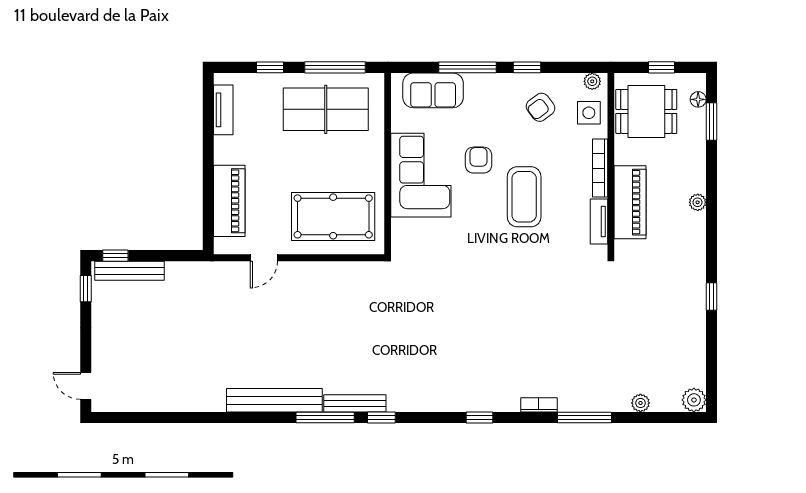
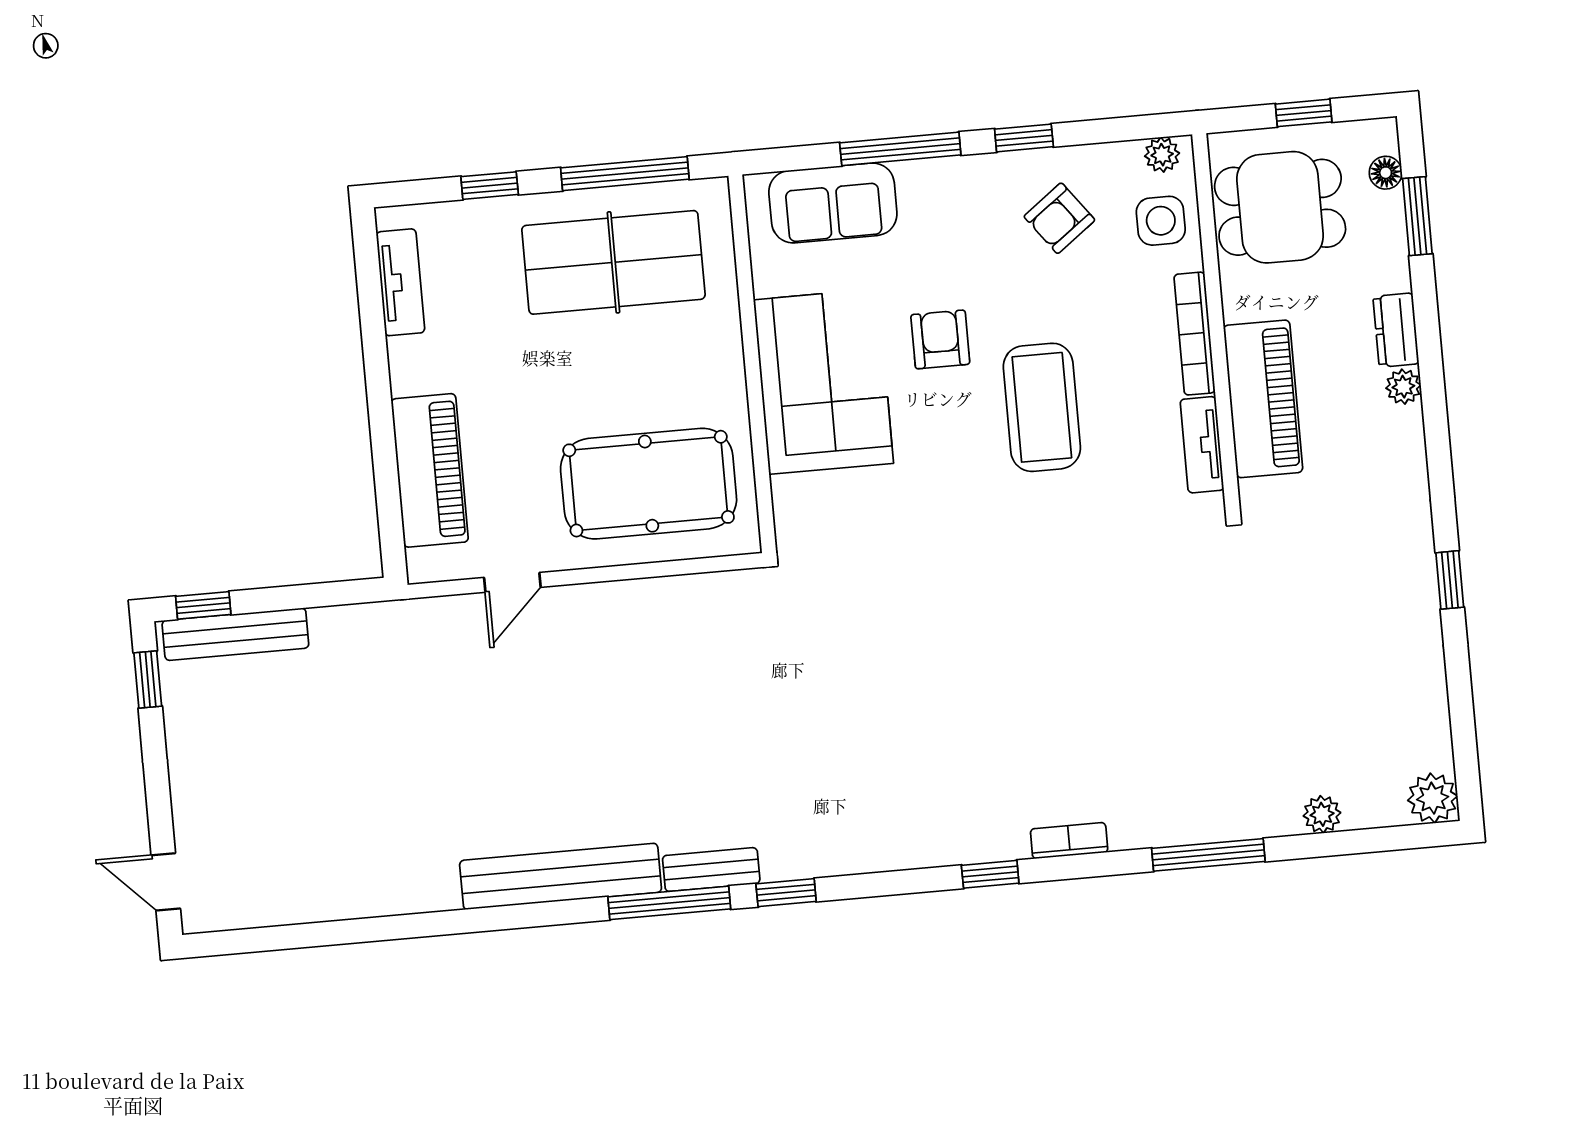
dresser: (696, 175) -> (1396, 330), added
bench: (355, 403) -> (711, 870), width x0.73
bookcase: (539, 405) -> (1069, 841), moved

